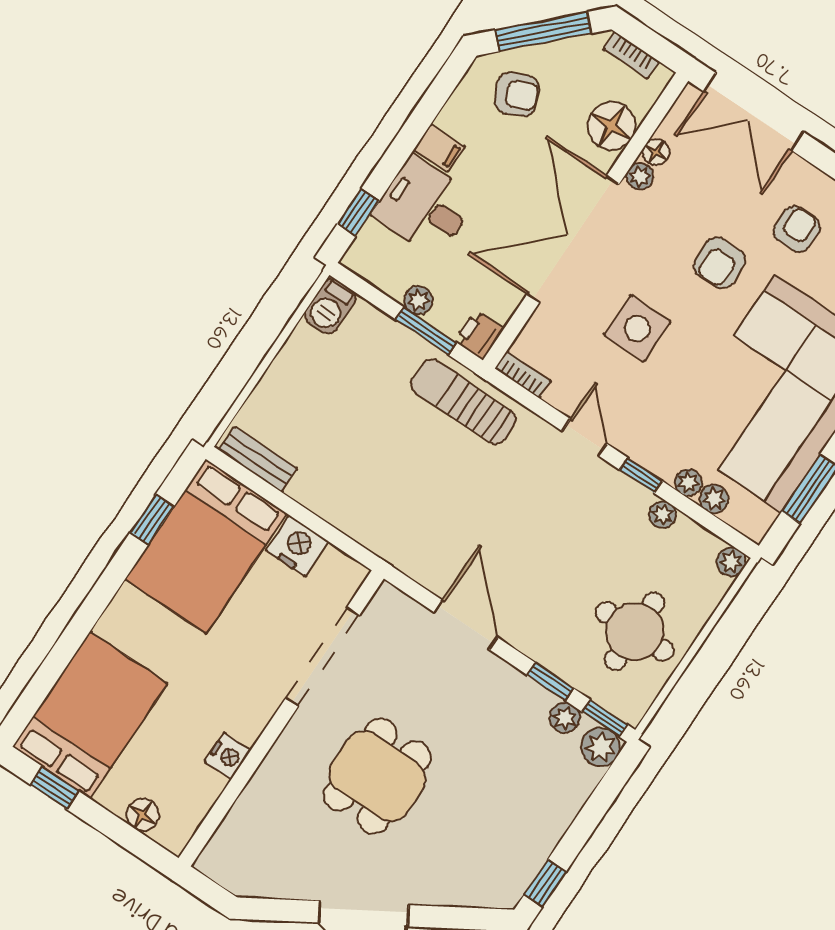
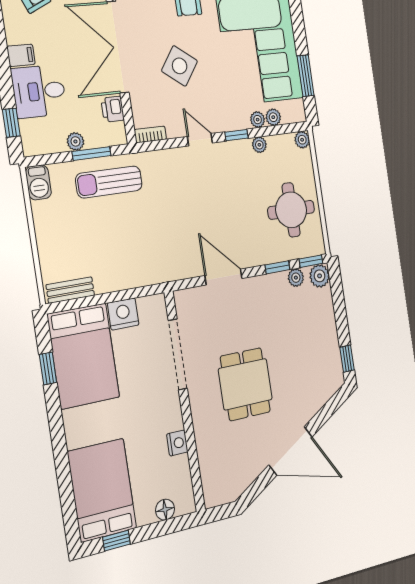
side table: (637, 328) -> (180, 66), turned 36
printer: (479, 335) -> (113, 109), moved
sun lounger: (463, 402) -> (109, 182), moved

